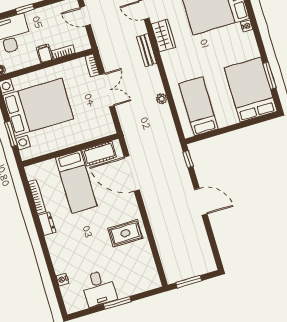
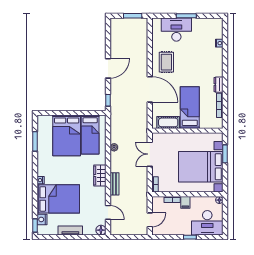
door: (85, 16) -> (150, 220), hinge flipped
wardrobe: (163, 35) -> (100, 176), moved
double door: (107, 90) -> (150, 154), moved
bed: (251, 90) -> (67, 135), moved
door: (132, 173) -> (150, 89), moved
door: (201, 202) -> (108, 68), swing flipped
rug: (125, 233) -> (166, 62), turned 90
desk: (99, 288) -> (176, 30), moved, width x1.37

